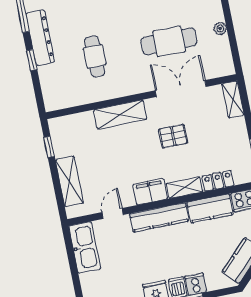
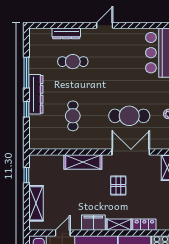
pallet: (173, 136) -> (118, 185), turned 90

